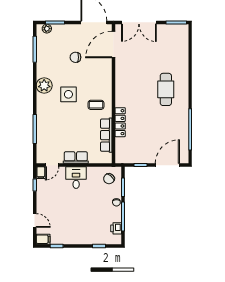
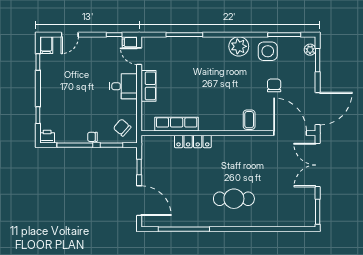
side table: (68, 94) -> (268, 51), moved
coffee table: (96, 105) -> (249, 120), moved
printer: (116, 228) -> (47, 137), moved

